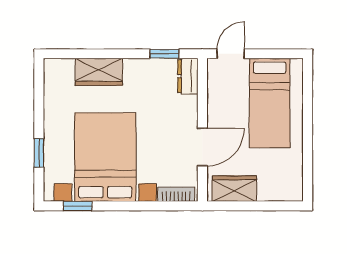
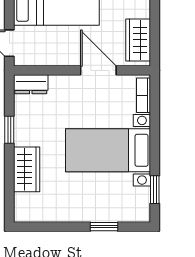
window: (164, 54) -> (9, 130), moved
bed with nightstands: (105, 157) -> (108, 150), width x0.73

